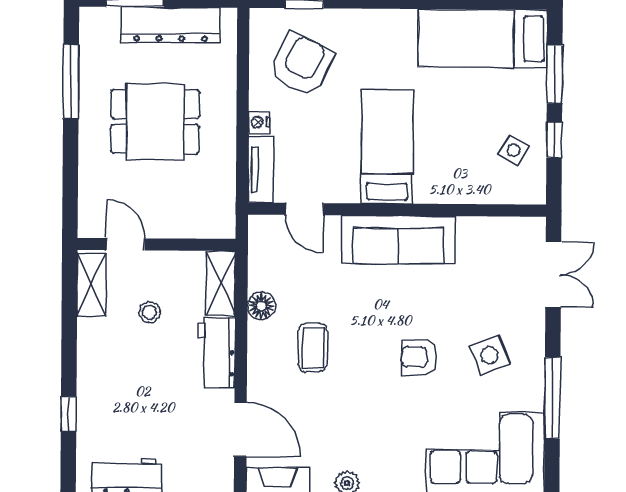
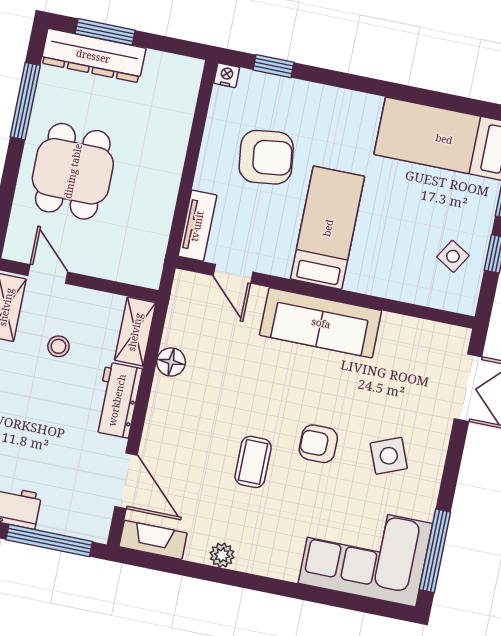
dresser: (171, 25) -> (93, 56), moved
armchair: (301, 64) -> (266, 157), moved, turned 56
dining table: (155, 122) -> (73, 171), moved, turned 90
nightstand: (259, 122) -> (227, 75), moved, turned 90
coffee table: (313, 348) -> (253, 462), moved
window: (552, 398) -> (435, 551), moved

